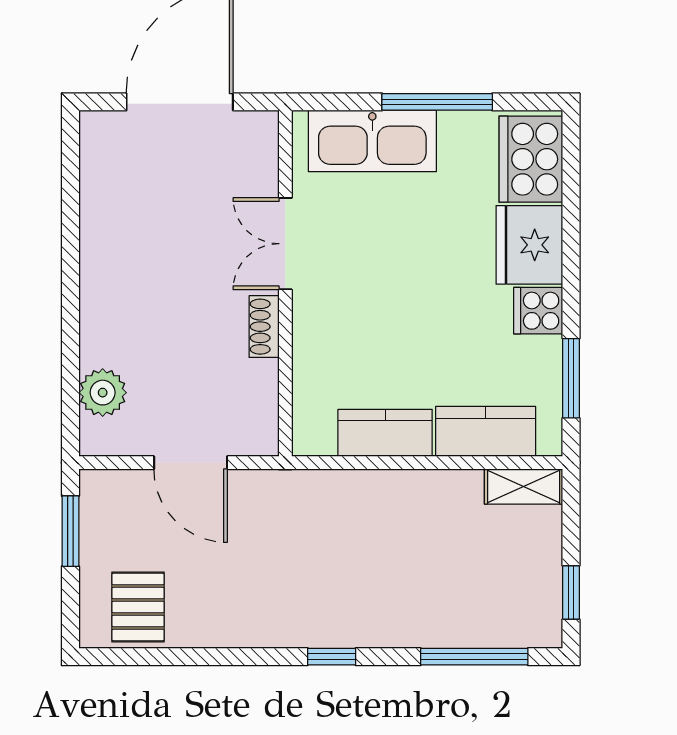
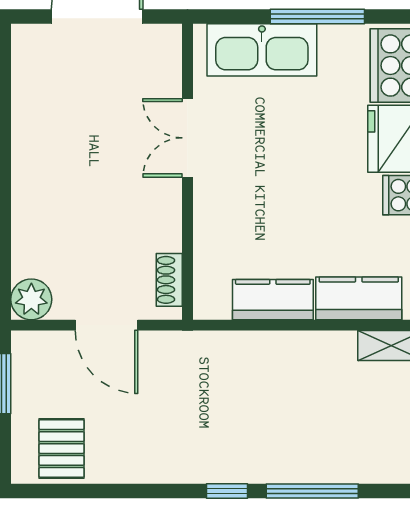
shoe rack: (264, 327) -> (169, 280), moved
plant: (103, 393) -> (31, 299), moved
window: (474, 657) -> (312, 491), moved

